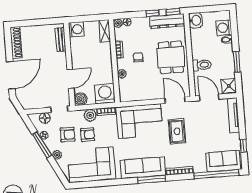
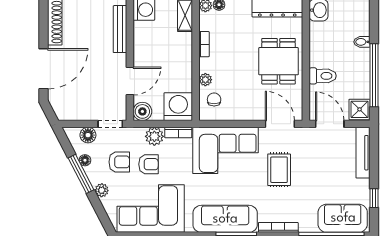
washing machine: (224, 28) -> (359, 24), removed
bench: (61, 40) -> (120, 29), width x1.36
chair: (138, 57) -> (214, 99), moved
window: (237, 62) -> (374, 75), width x2.11

